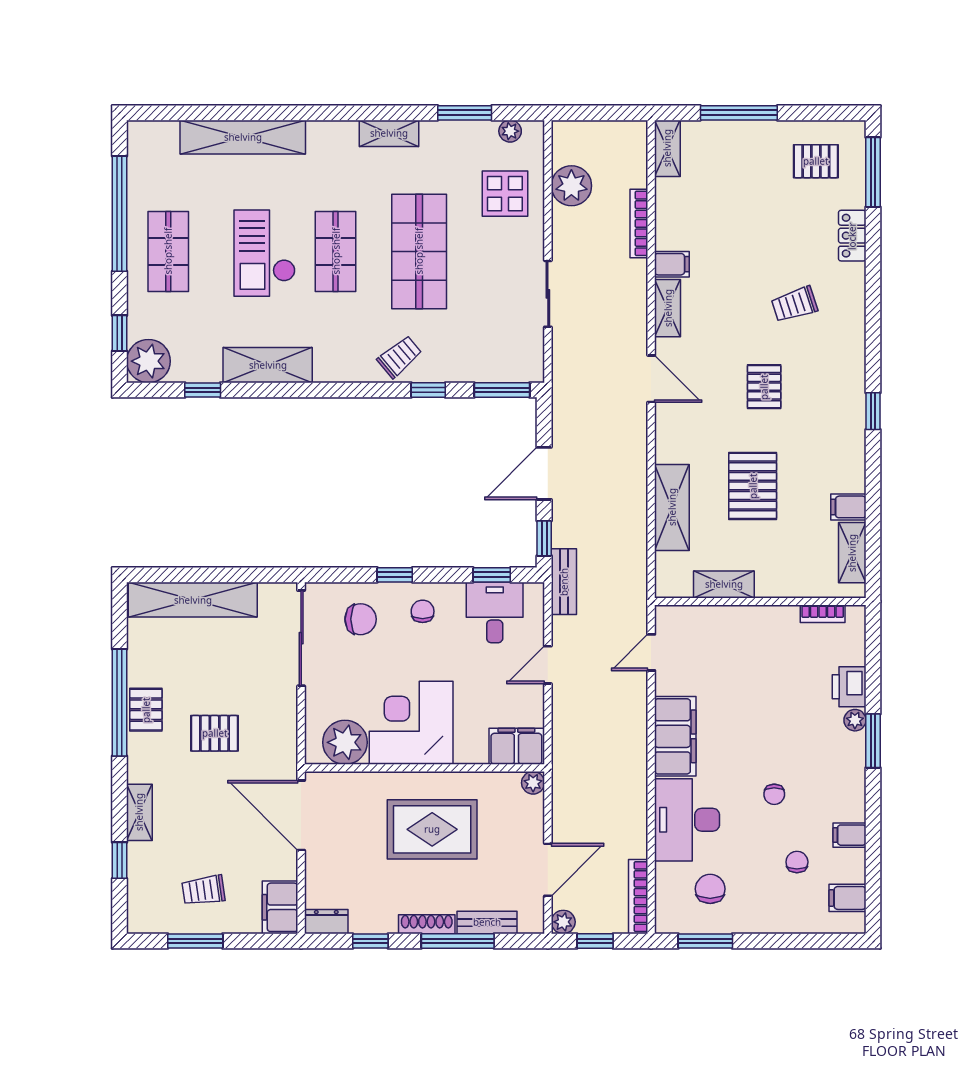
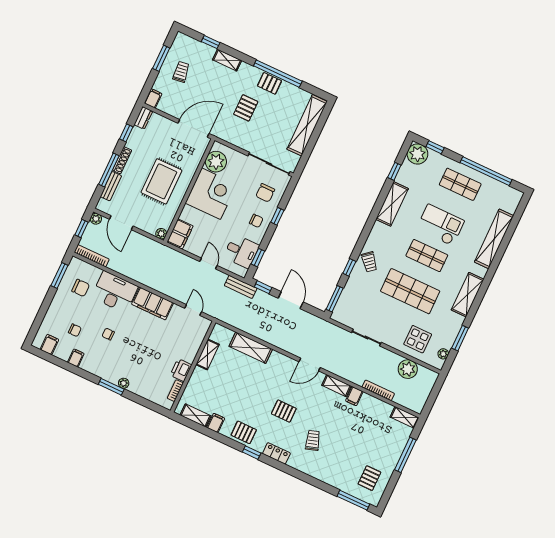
shelving: (389, 133) -> (468, 295), width x1.50, depth x1.33
locker: (852, 236) -> (276, 453), moved
pallet: (753, 486) -> (244, 432), moved, width x0.67, depth x0.71
printer: (849, 687) -> (181, 370), moved, turned -90
filing cabinet: (280, 907) -> (153, 98), width x0.50

